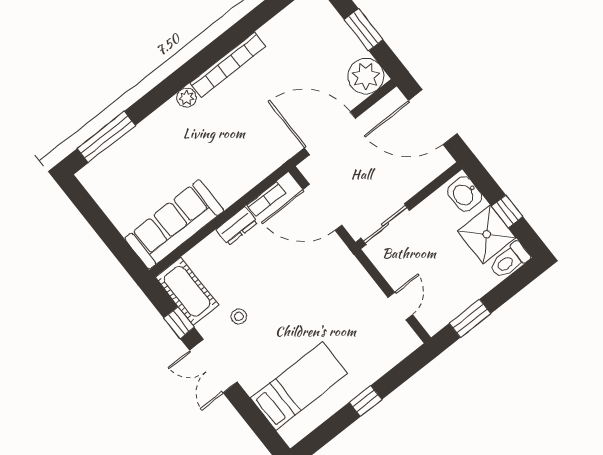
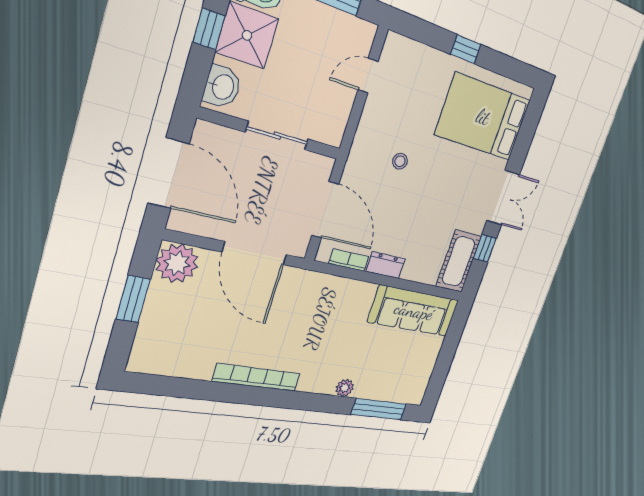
plant: (187, 98) -> (345, 388), moved
sliding door: (385, 224) -> (277, 136), moved
stool: (239, 316) -> (400, 161), moved
bed: (299, 386) -> (483, 117), width x1.50

